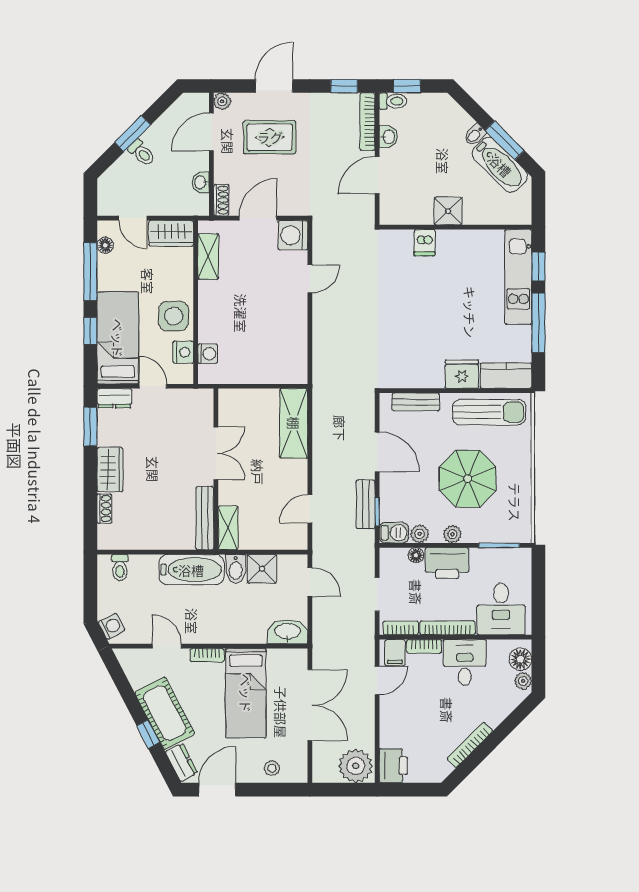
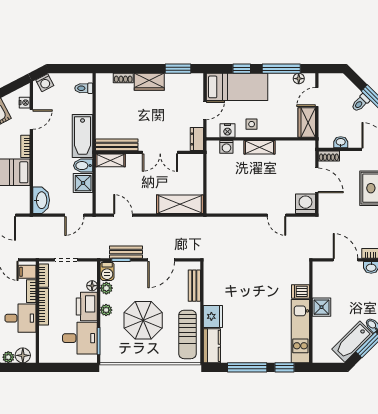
shelving: (208, 257) -> (260, 147), moved
kitchen unit: (518, 277) -> (300, 331), moved, turned -90
side table: (174, 316) -> (252, 124), width x0.54, depth x0.54
dresser: (114, 398) -> (197, 139), moved
desk: (501, 609) -> (80, 338), moved, turned 180
nightstand: (141, 656) -> (25, 103), added

